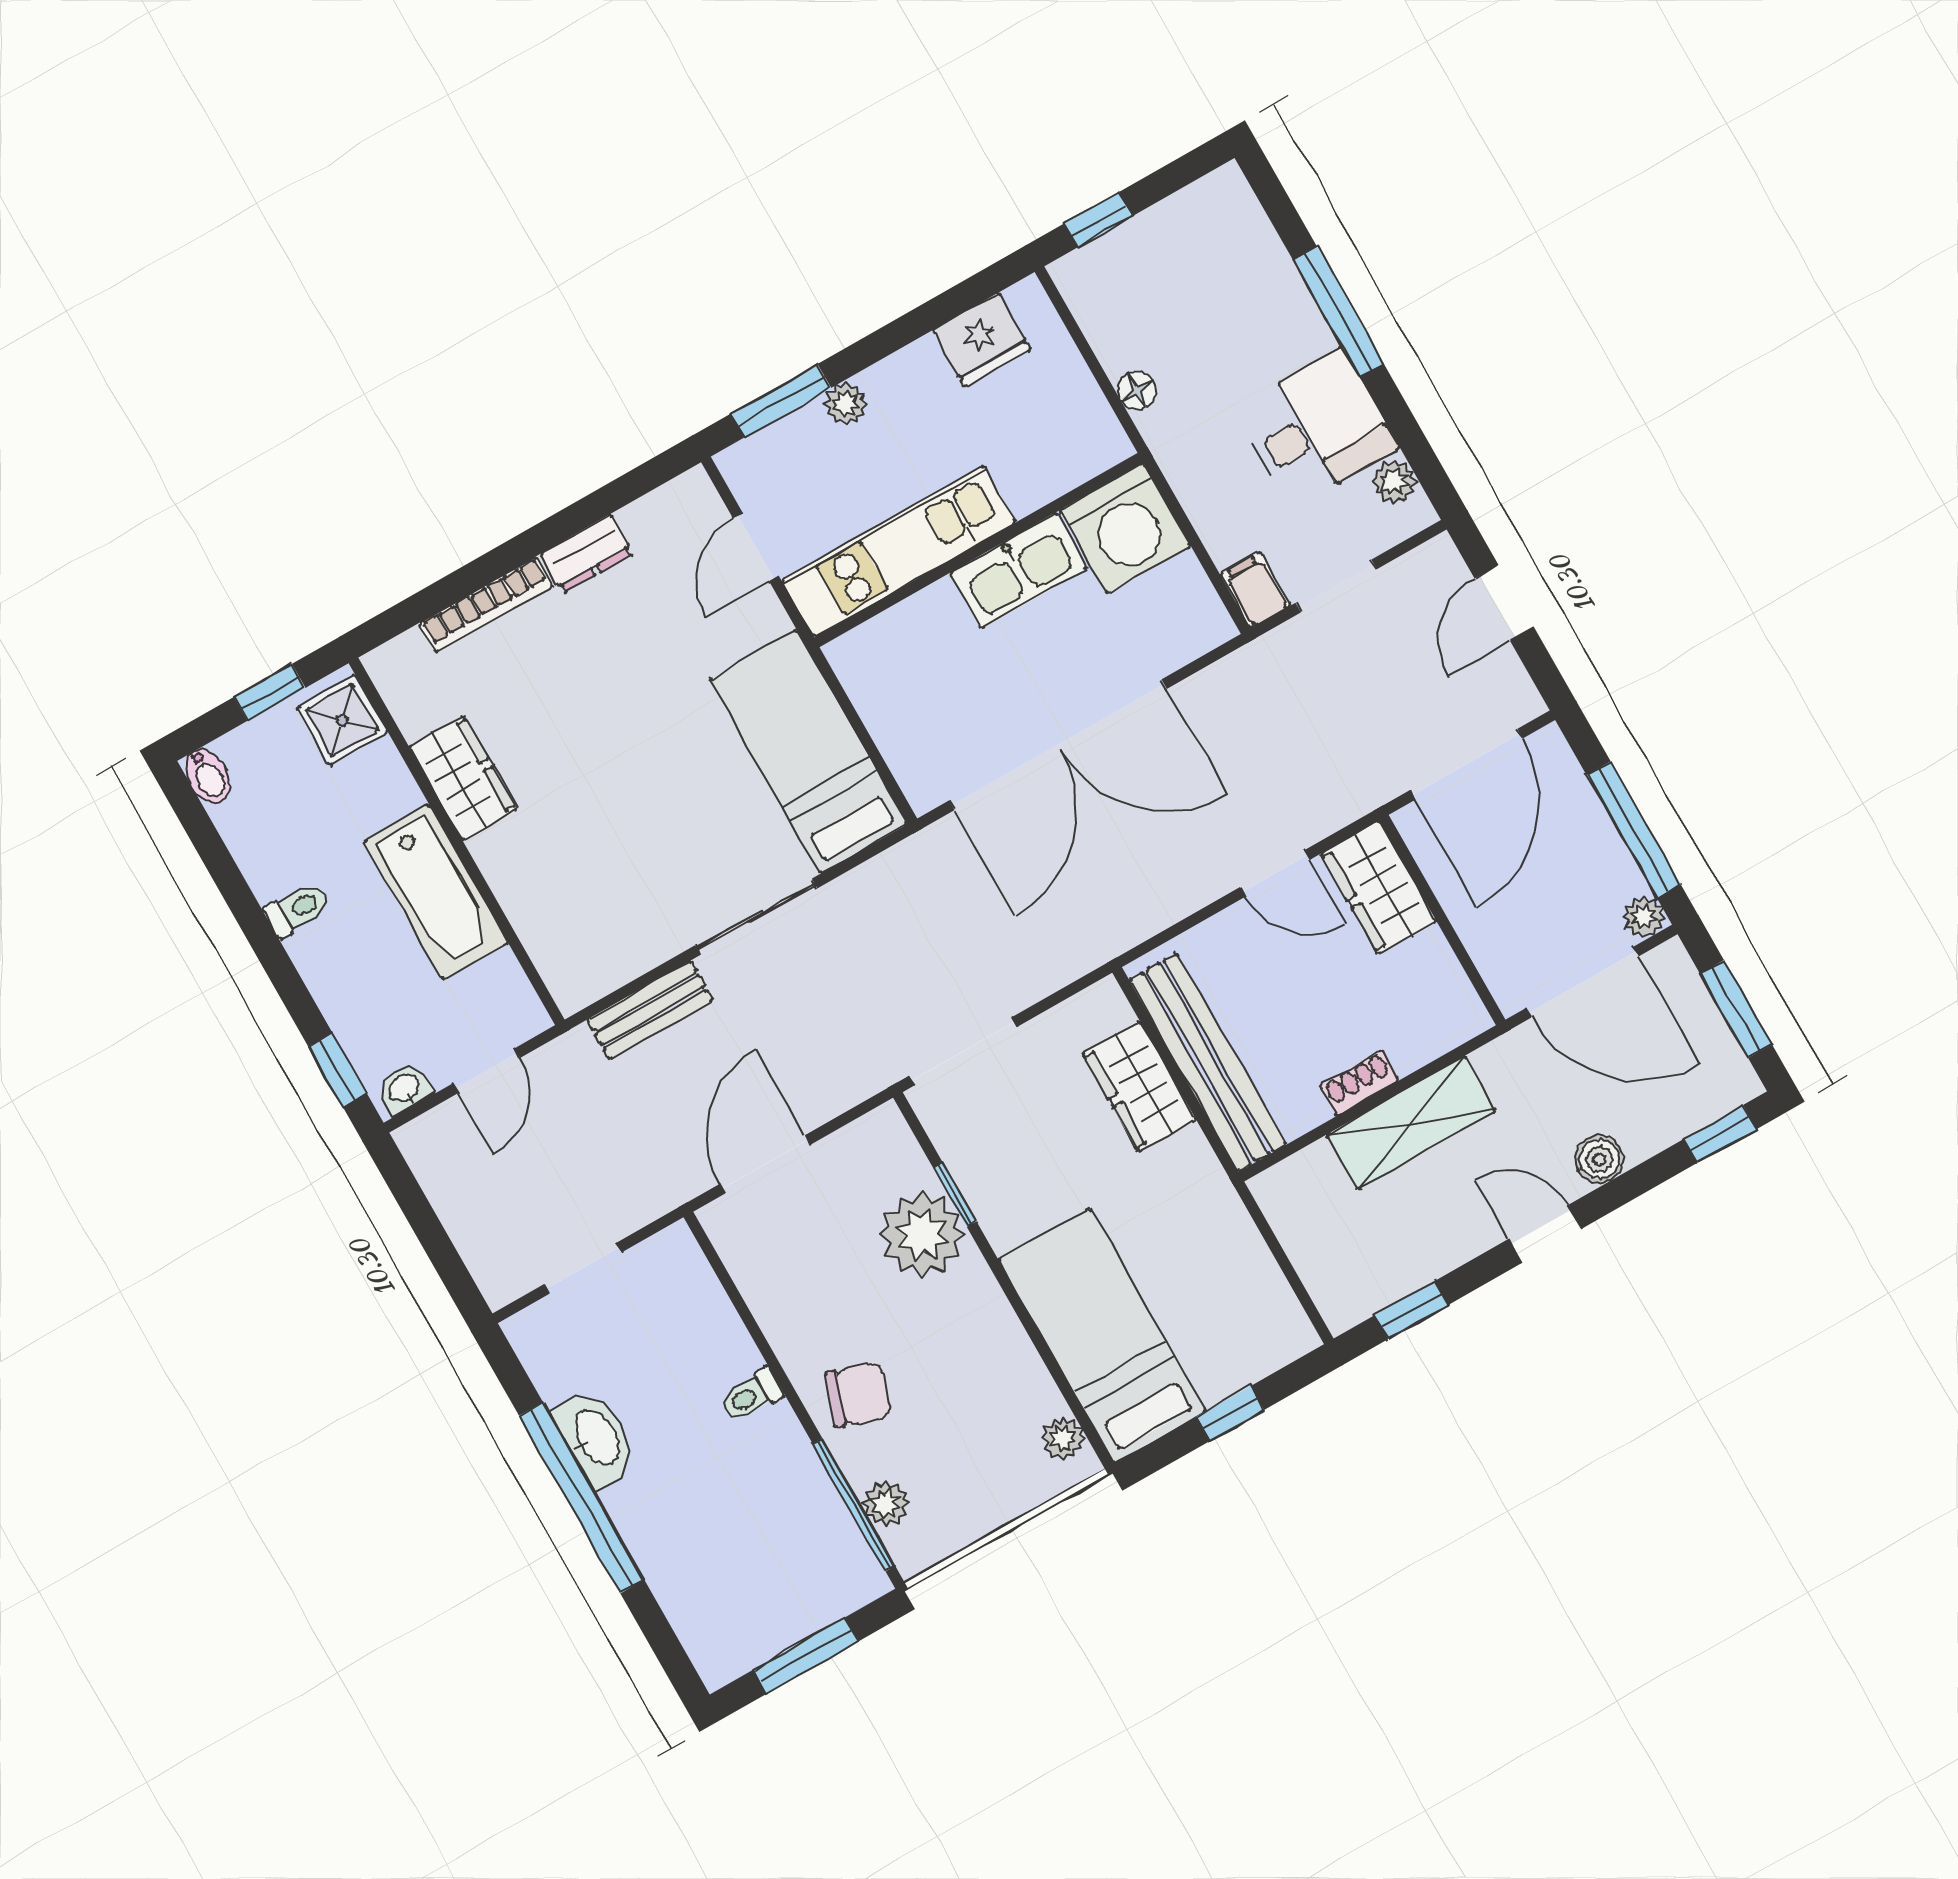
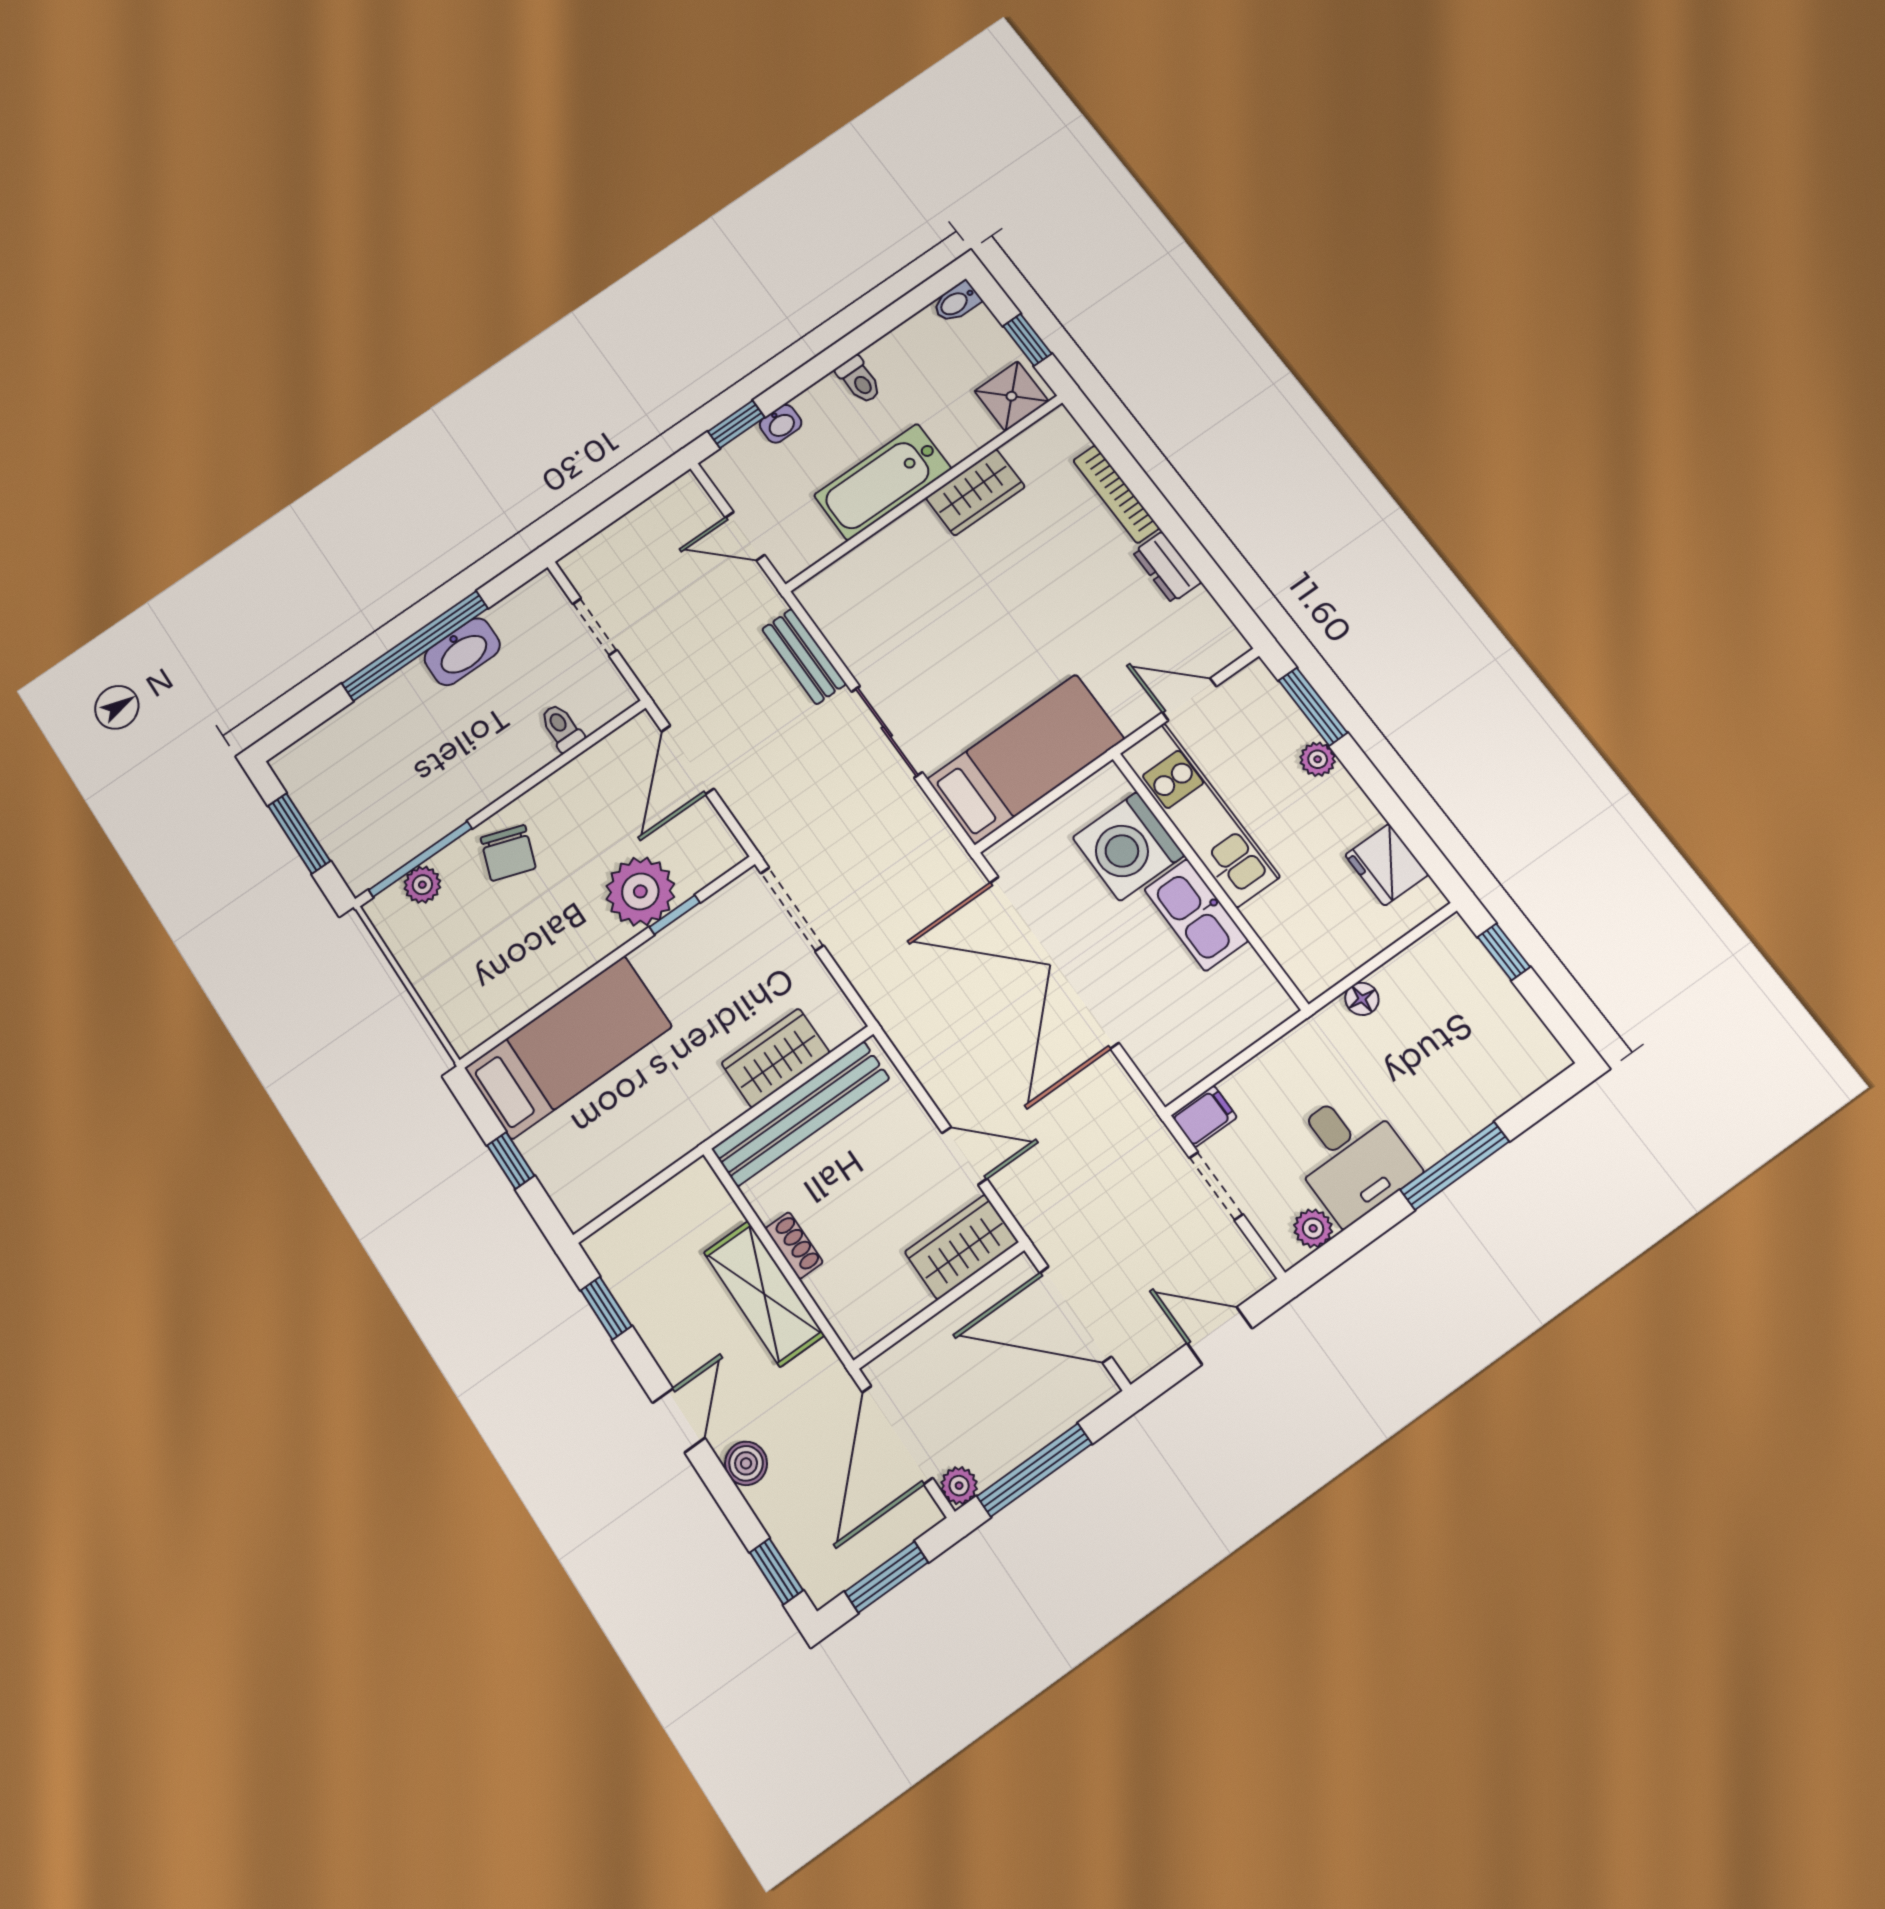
washing machine: (1125, 528) -> (1128, 846), moved
door: (1275, 874) -> (964, 1156), swing flipped
washbasin: (404, 1089) -> (781, 424), moved, turned 90
door: (765, 1164) -> (688, 760), swing flipped
toilet: (751, 1395) -> (562, 728), moved
plant: (1063, 1438) -> (483, 1023), removed

